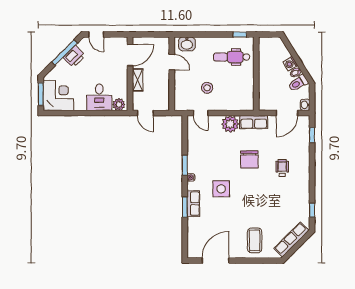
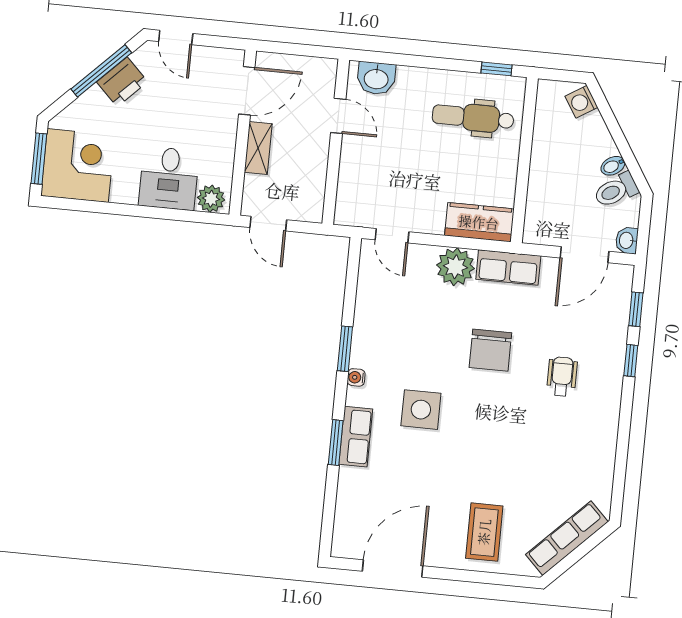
washing machine: (290, 64) -> (581, 102), moved
stool: (207, 88) -> (412, 181), removed
kitchen counter: (239, 103) -> (479, 222), added
window: (312, 210) -> (631, 361), moved

